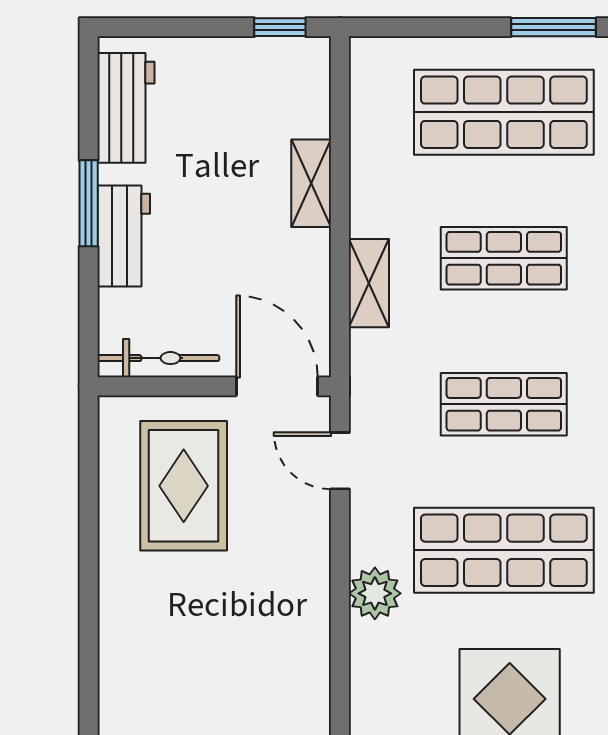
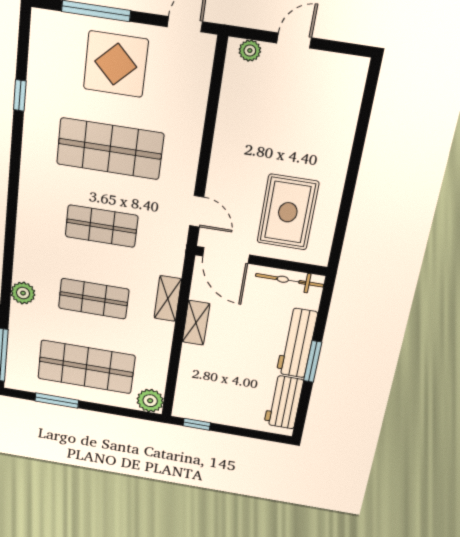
shelving: (311, 183) -> (196, 323), moved
workbench: (124, 236) -> (297, 343), width x1.38
plant: (375, 593) -> (150, 401), moved

